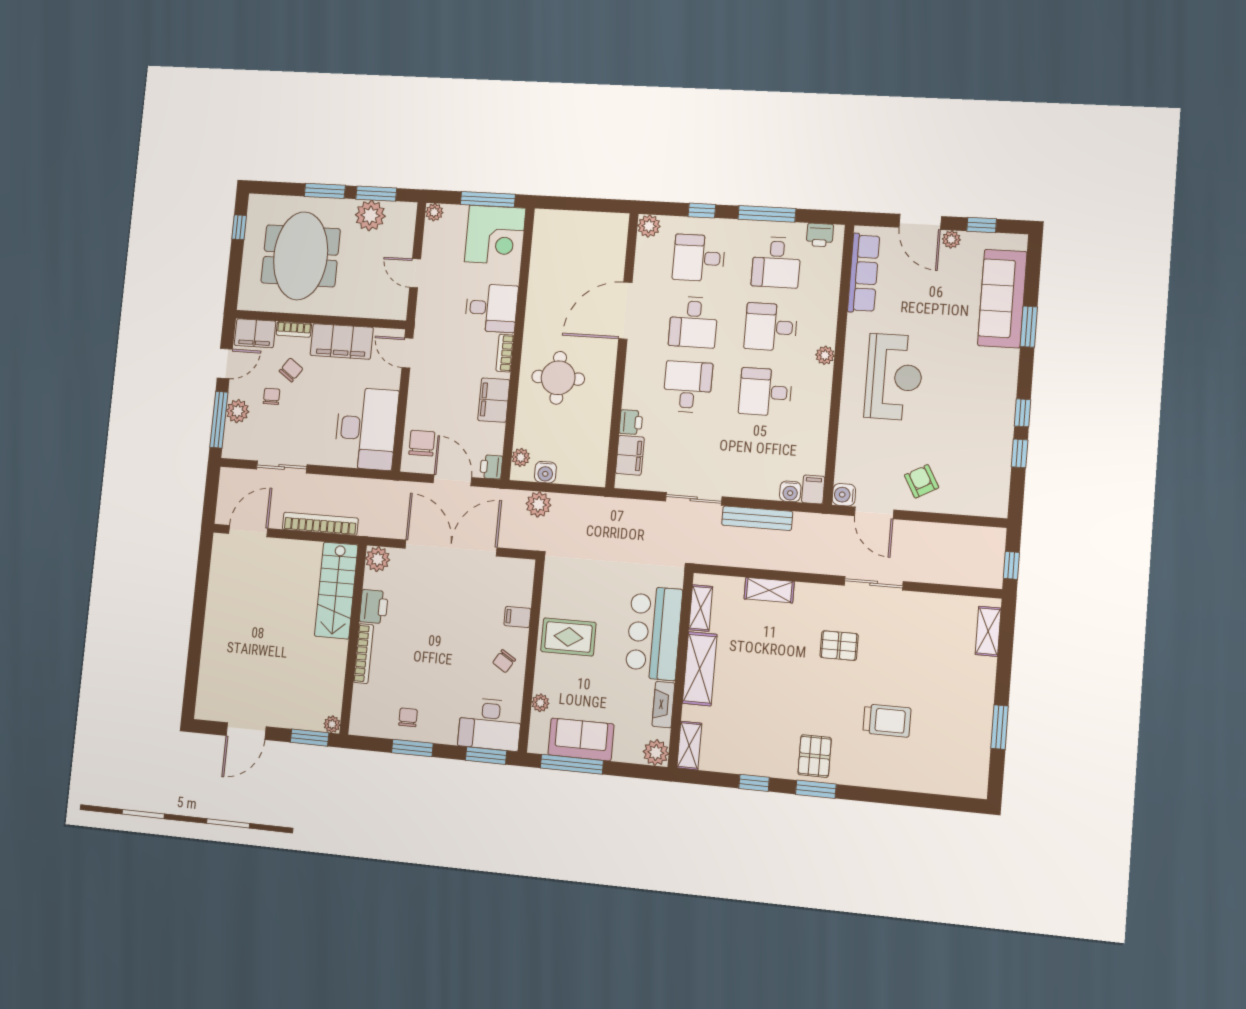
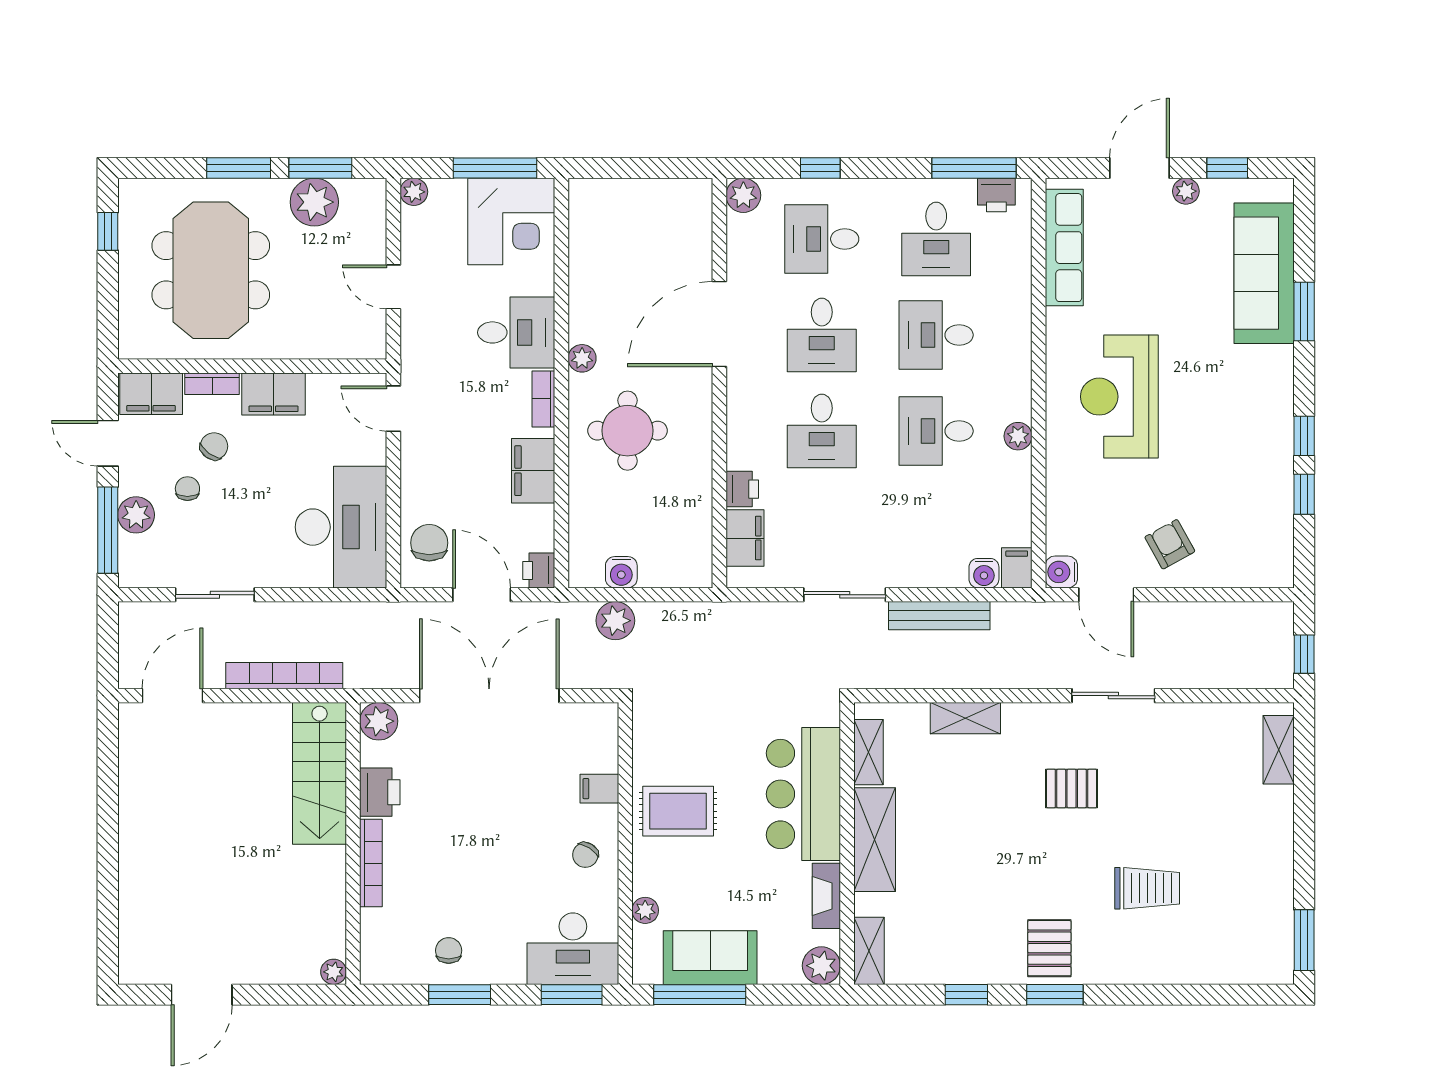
window: (767, 214) -> (974, 168), moved
door: (920, 222) -> (1140, 168), swing flipped
filing cabinet: (342, 341) -> (273, 394), width x0.67, depth x0.86
plant: (825, 355) -> (1018, 436), moved
door: (225, 364) -> (108, 443), swing flipped
reception desk: (894, 377) -> (1119, 397), turned 180
desk: (688, 387) -> (822, 431), turned 180
plant: (521, 457) -> (582, 358), moved
window: (1000, 727) -> (1304, 940), moved
window: (310, 738) -> (301, 995), removed

